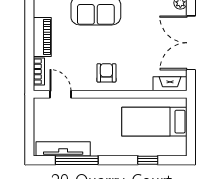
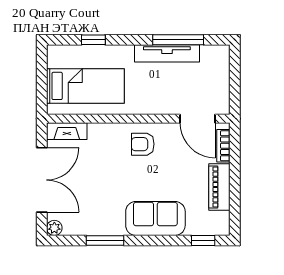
armchair: (106, 73) -> (143, 144), turned 90
door: (61, 94) -> (198, 119), width x1.38
tv unit: (63, 149) -> (167, 53), moved

